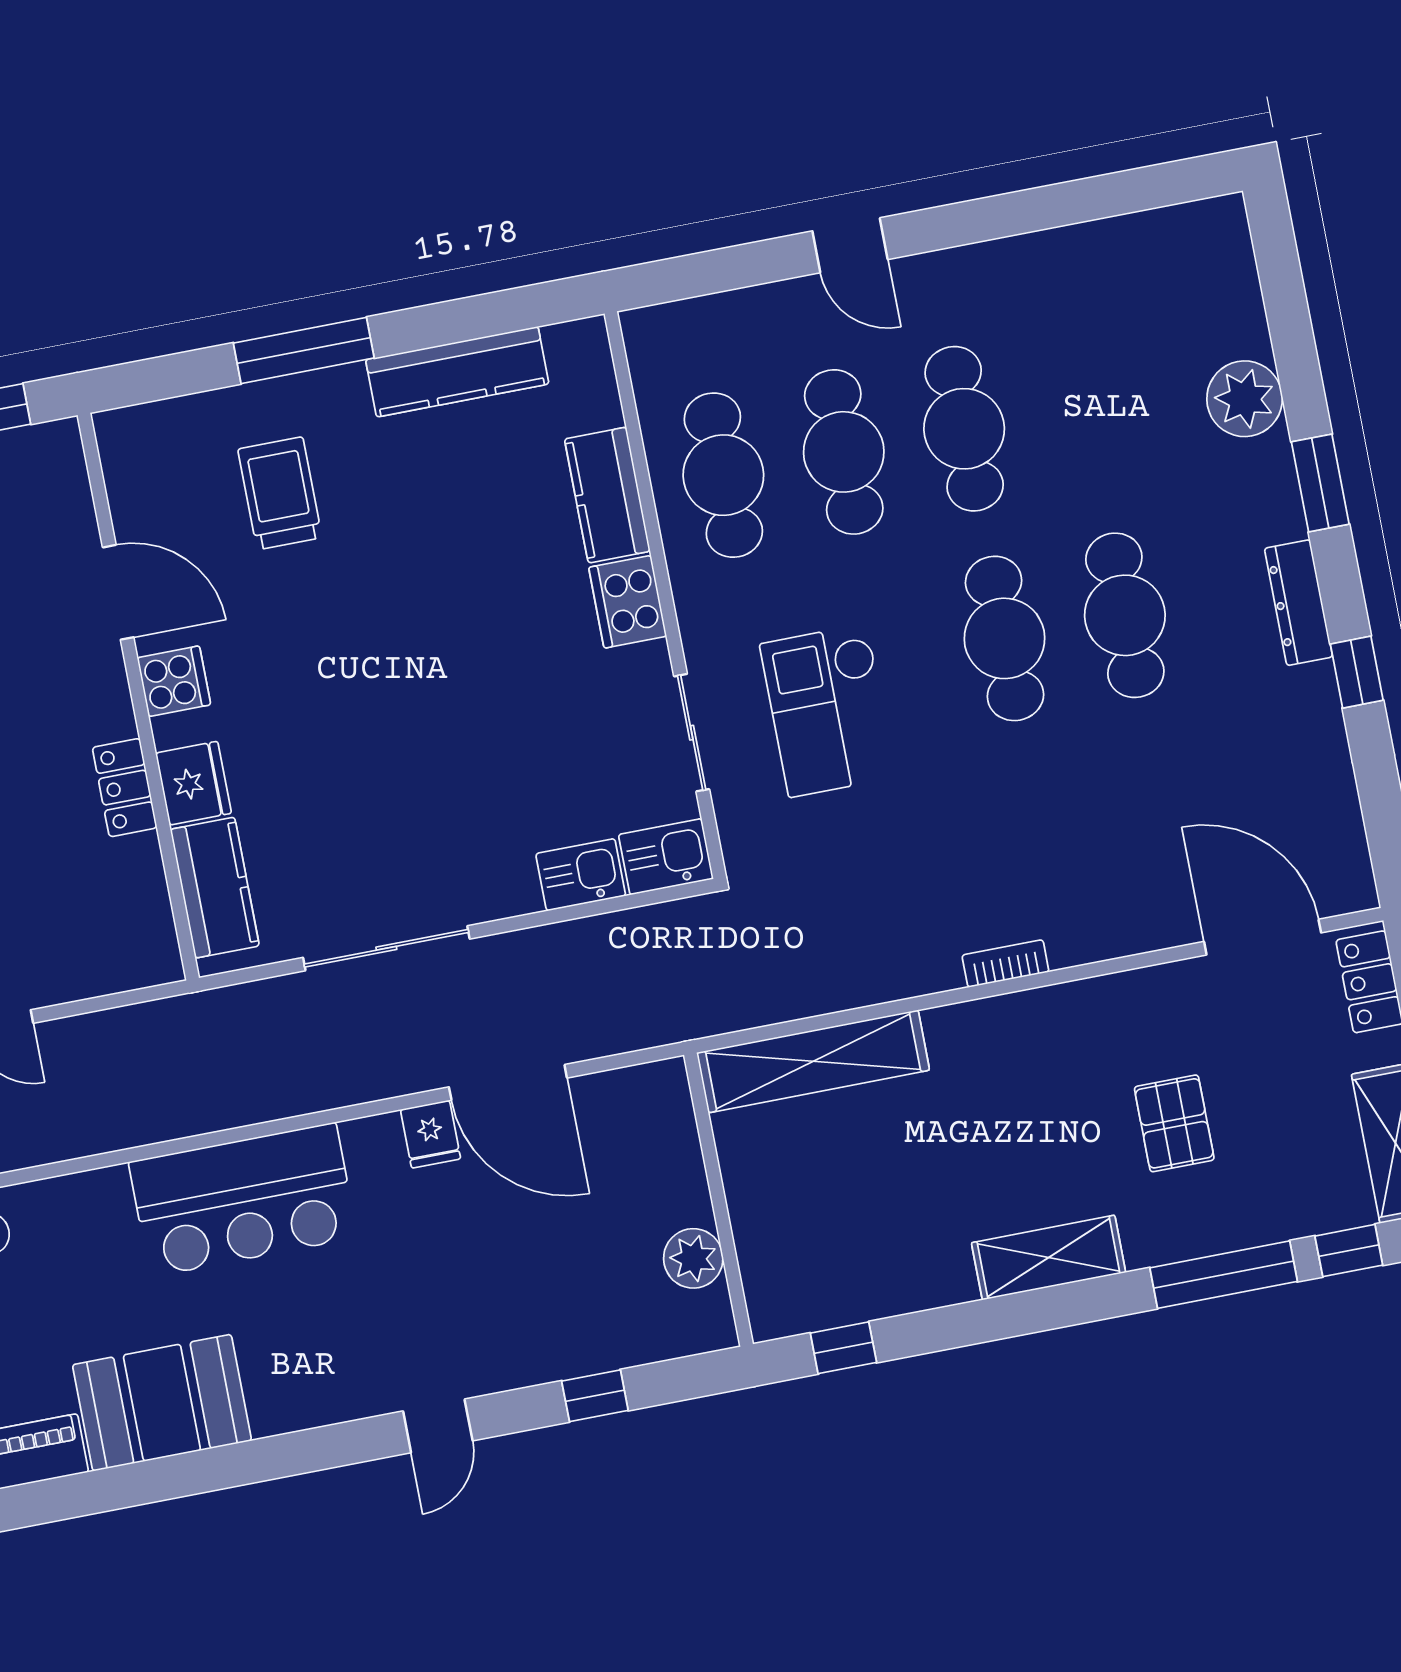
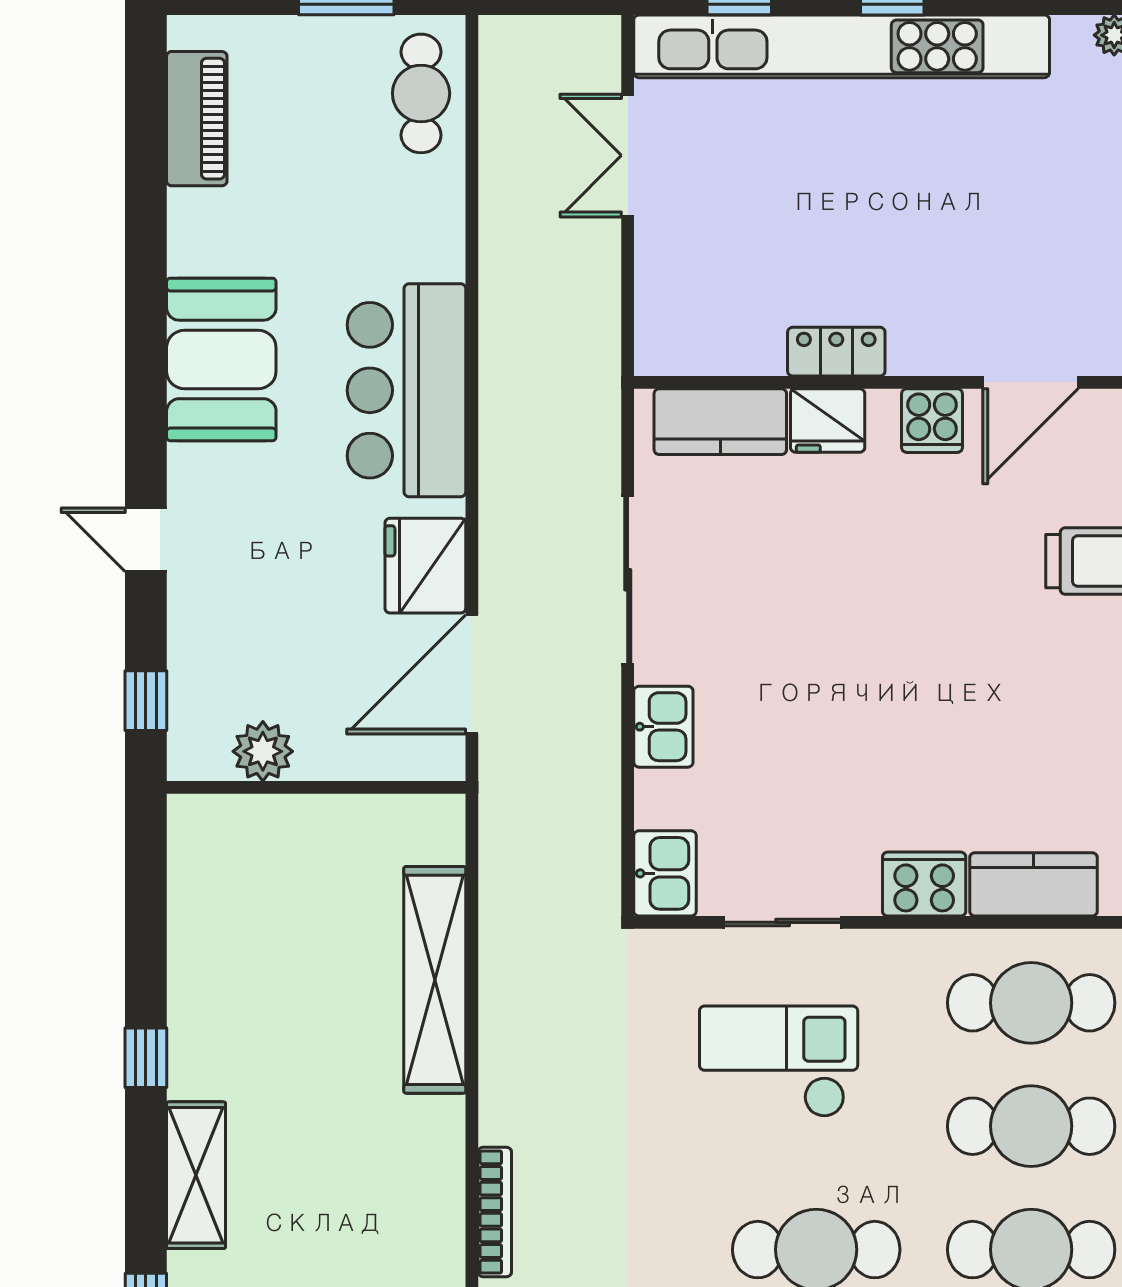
kitchen sink: (581, 875) -> (663, 727), moved
bookcase: (1005, 964) -> (495, 1212), width x1.56
fridge: (431, 1134) -> (425, 566), width x1.88, depth x1.34
wall: (718, 1200) -> (316, 787), moved
plant: (693, 1258) -> (263, 751), moved
window: (843, 1348) -> (146, 1058), moved
booth: (162, 1403) -> (221, 359), moved

